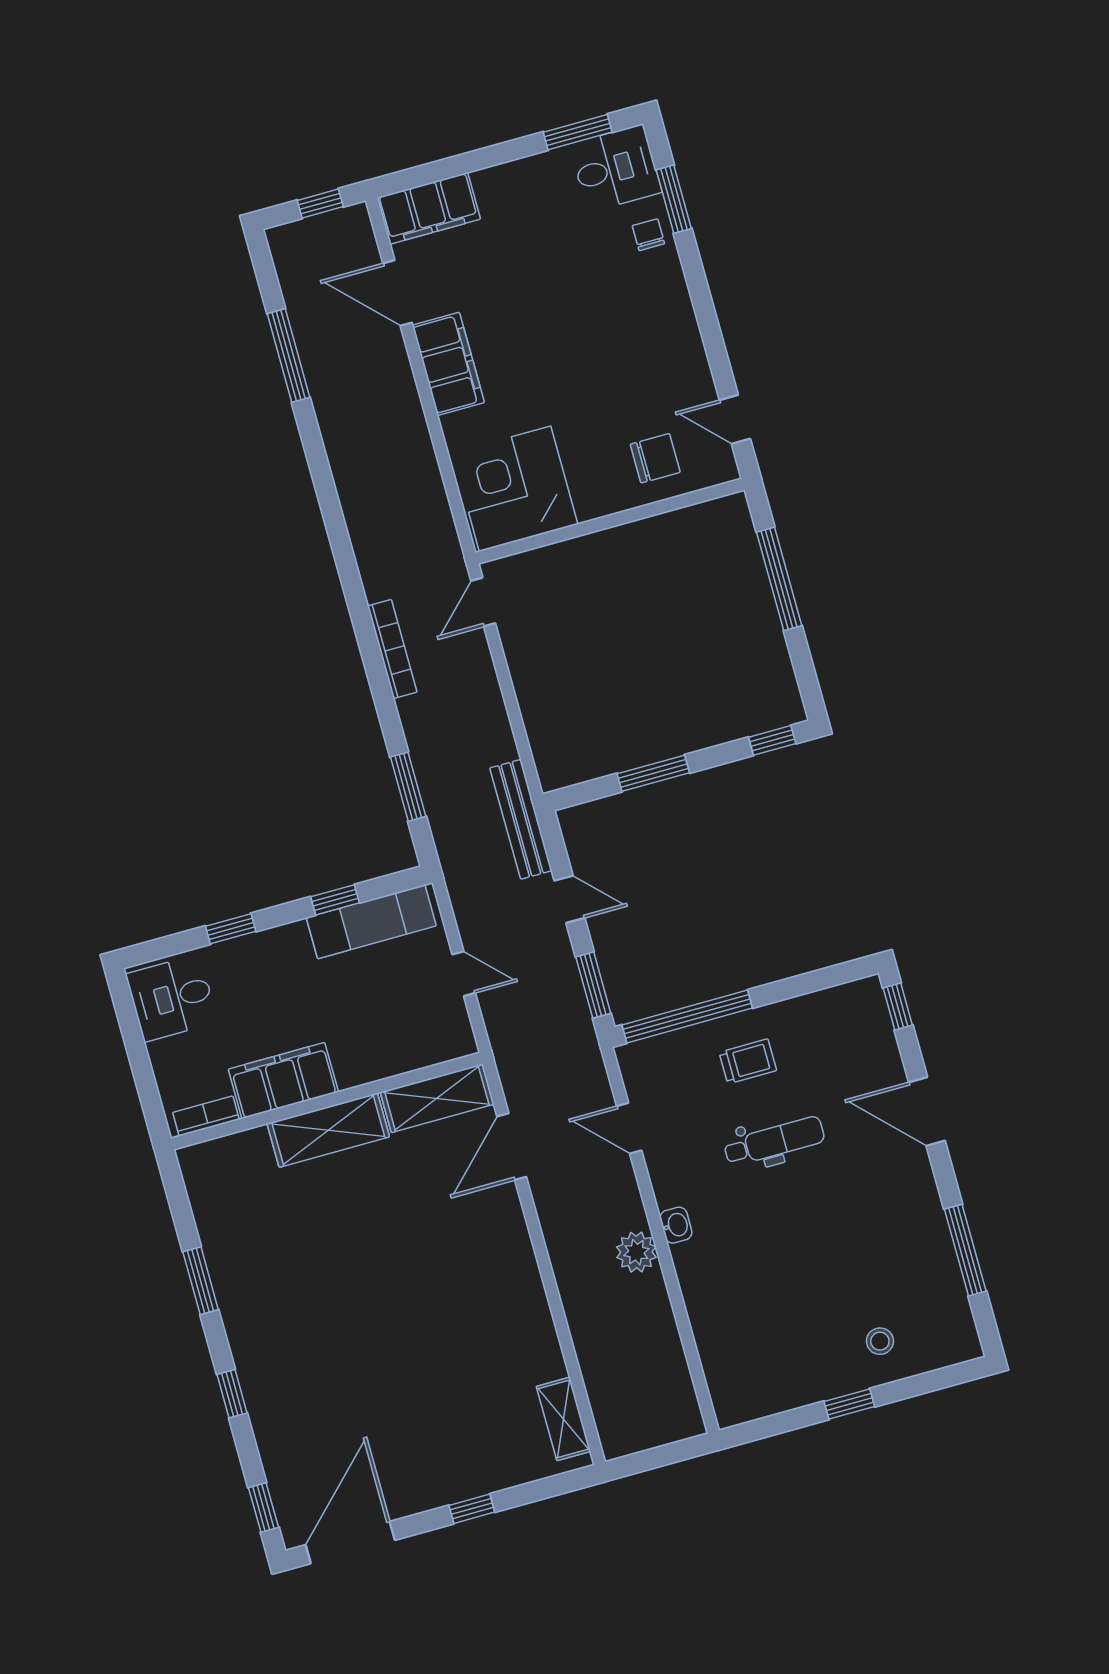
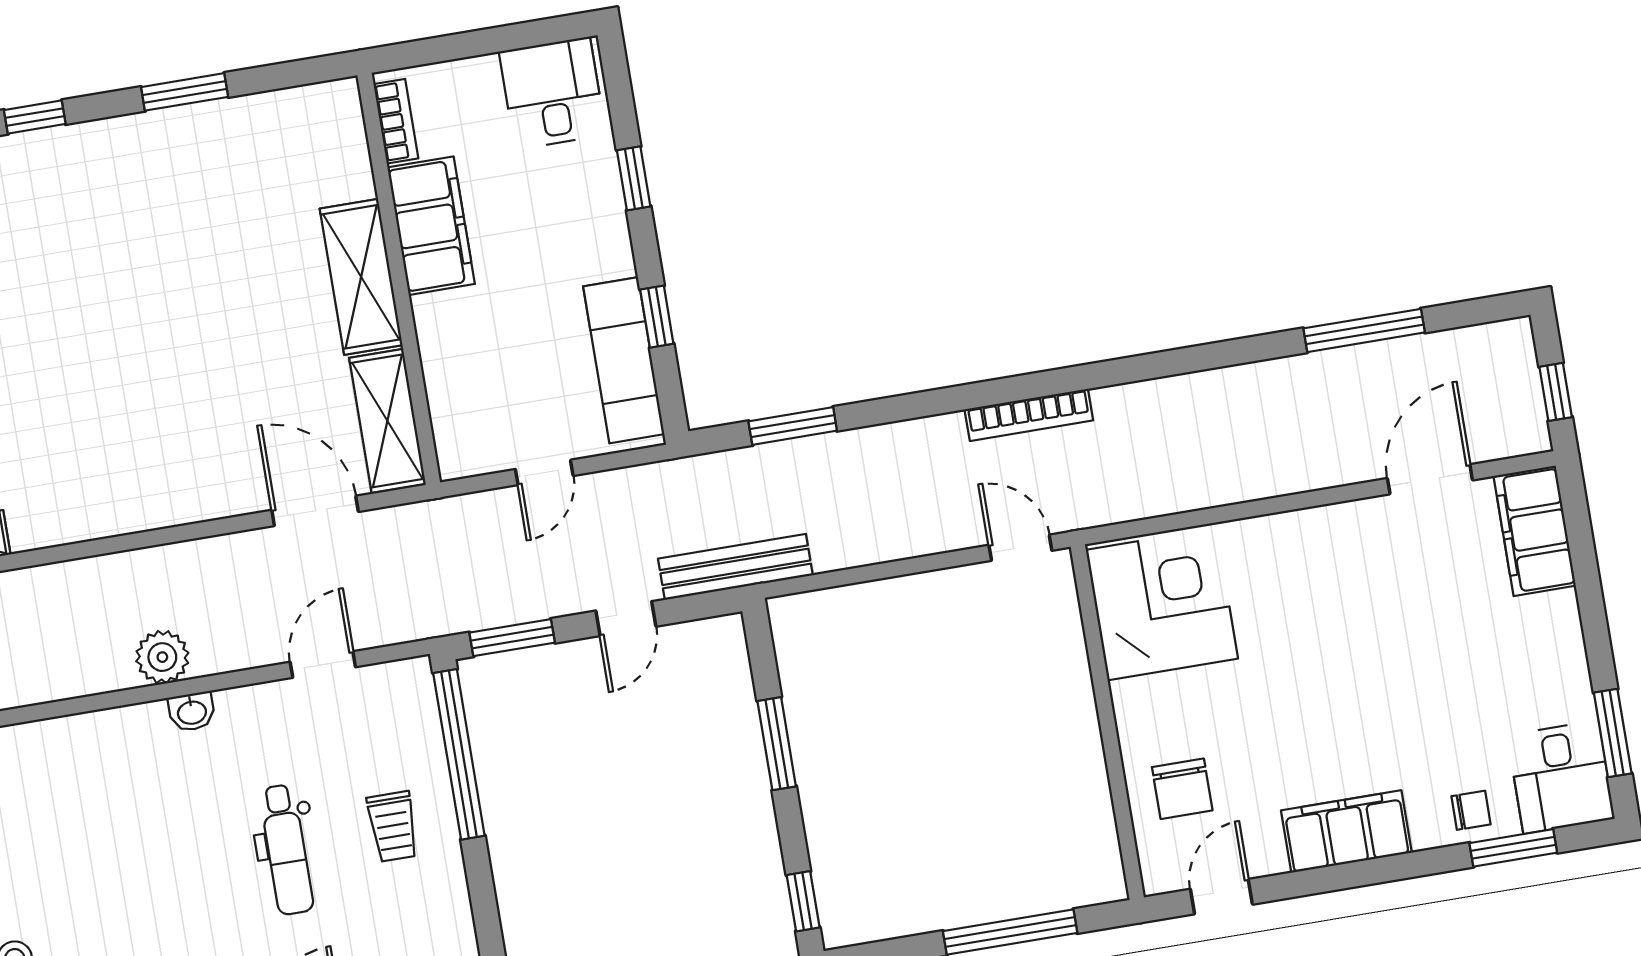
filing cabinet: (448, 364) -> (1346, 832), moved, turned 180
bookcase: (392, 649) -> (1029, 415), moved

